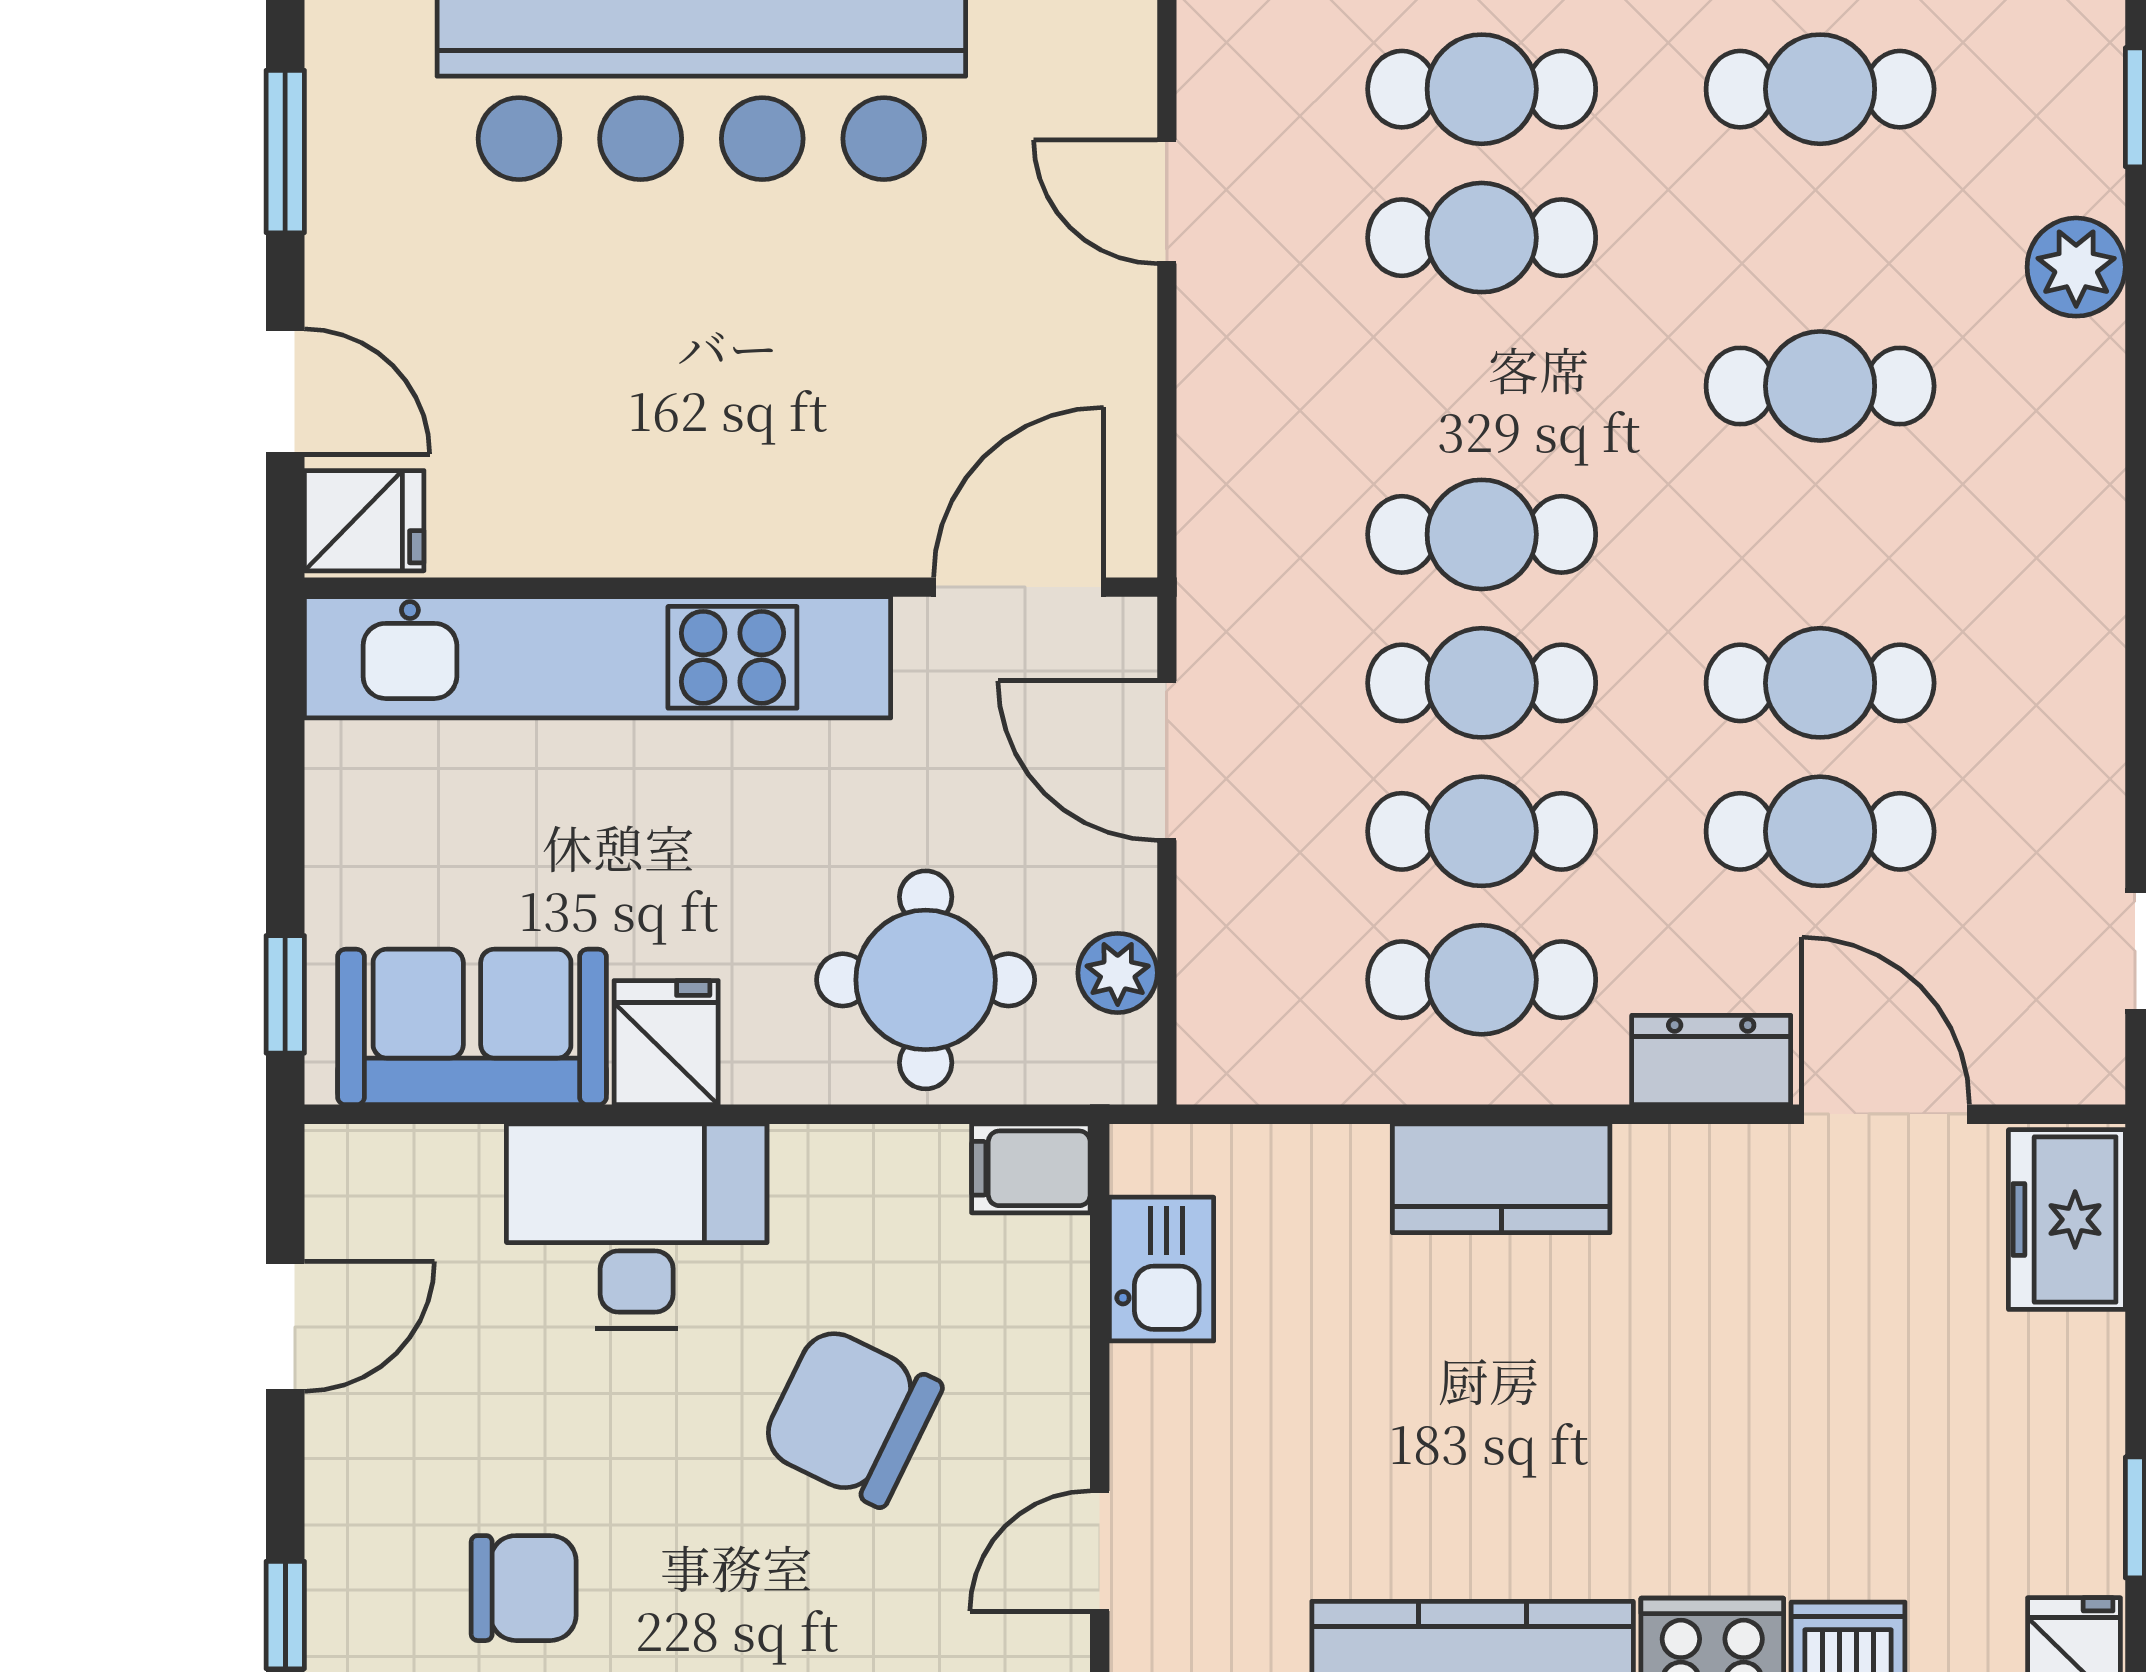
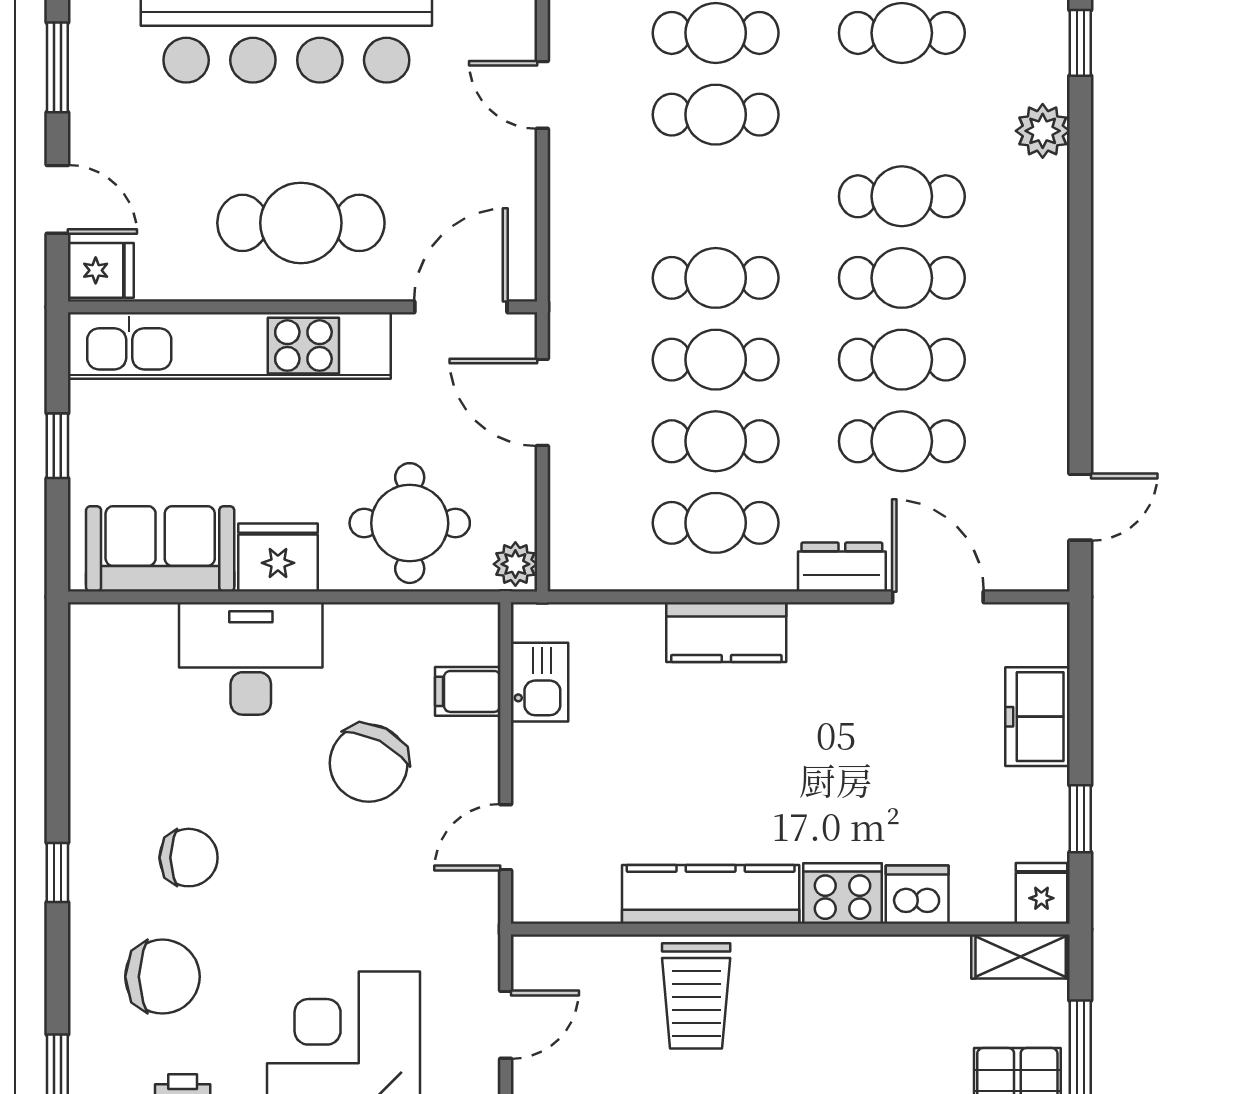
cafe table: (728, 434) -> (301, 223), added
cafe table: (1820, 534) -> (902, 278), added
plant: (1118, 973) -> (515, 564), moved
window: (285, 994) -> (57, 446), moved
fridge: (666, 1043) -> (278, 558), width x1.38
filing cabinet: (1031, 1168) -> (468, 691), moved
freezer: (2067, 1220) -> (1038, 717), moved
door: (285, 1326) -> (57, 714), removed
chair: (851, 1416) -> (369, 763), turned -89

